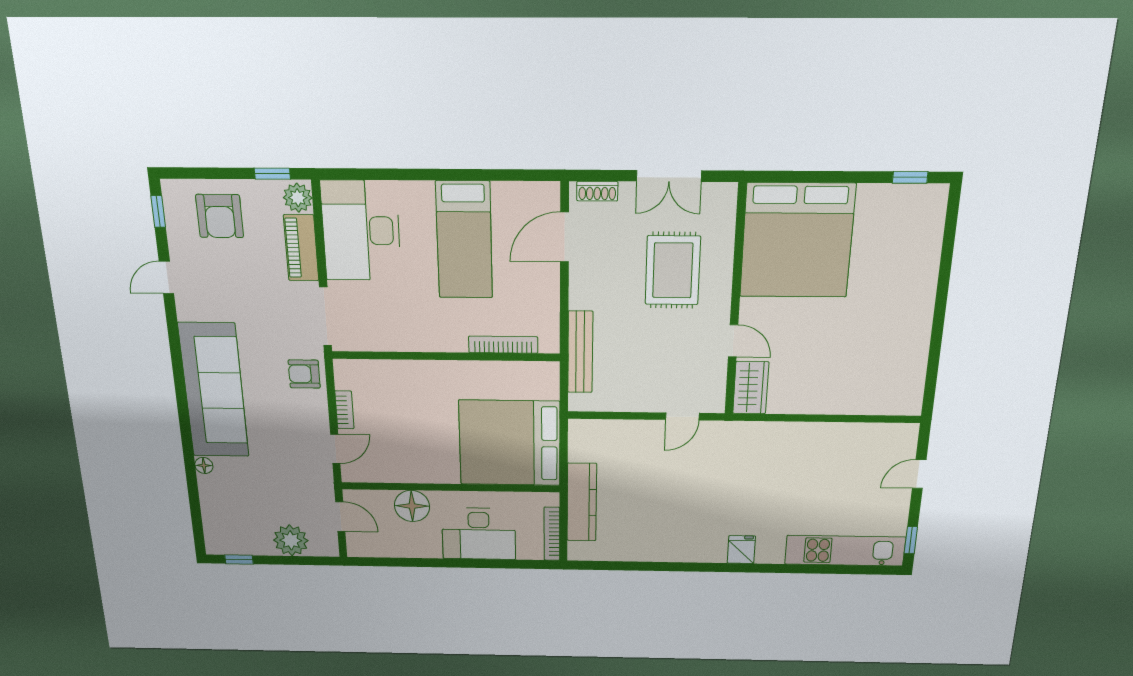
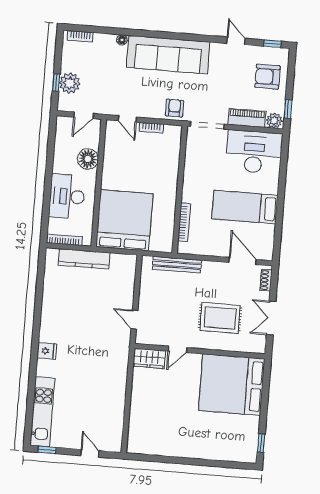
bookcase: (211, 529) -> (80, 36), added
window: (239, 559) -> (56, 82), moved

